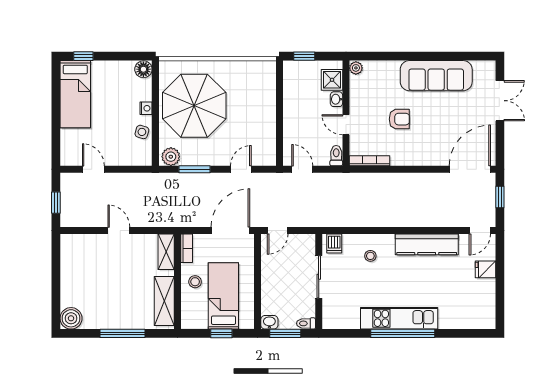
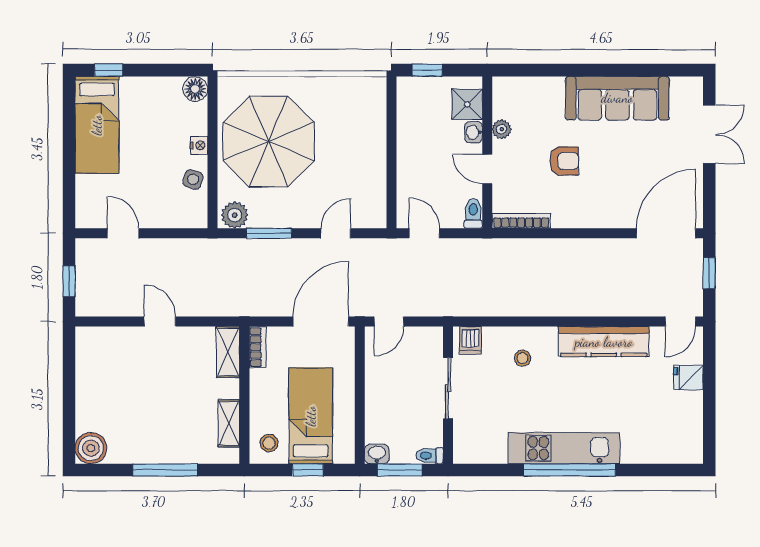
plant: (356, 68) -> (502, 129), moved
stool: (195, 282) -> (269, 443), moved
shelving: (164, 301) -> (229, 423), width x0.67, depth x0.75

